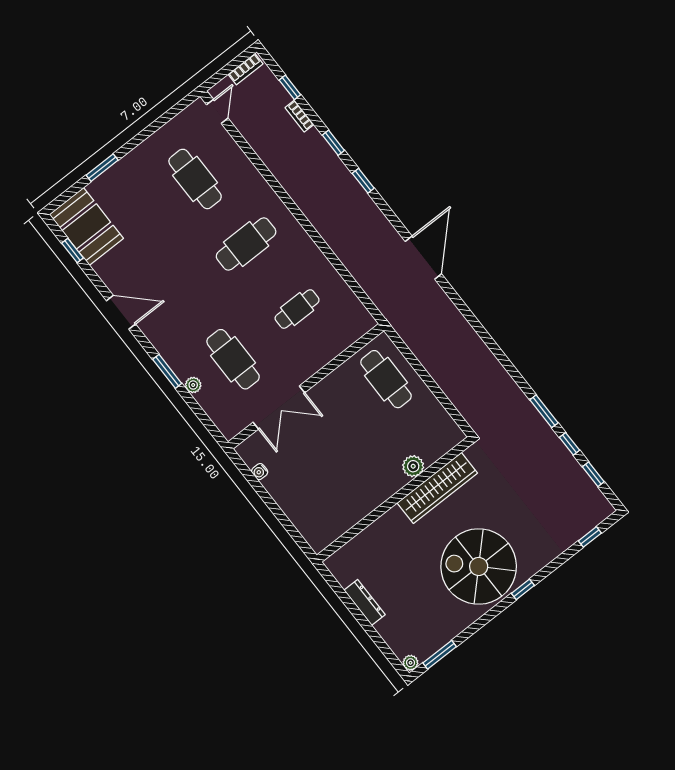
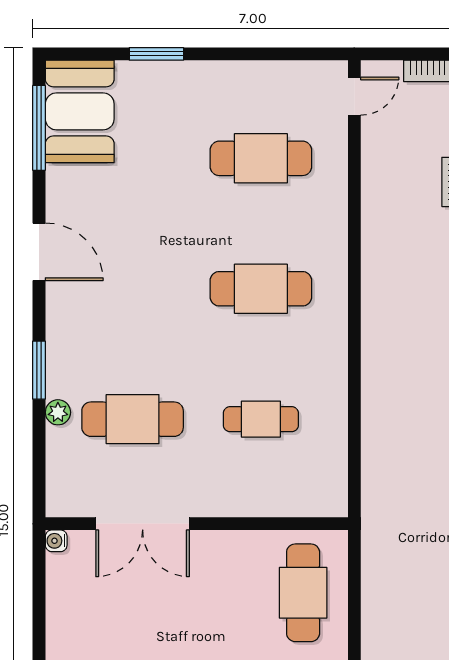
cafe table: (195, 179) -> (261, 158), turned 90
window: (73, 251) -> (39, 128), width x2.17
cafe table: (233, 359) -> (133, 419), turned 90
water cooler: (260, 472) -> (56, 541), moved

